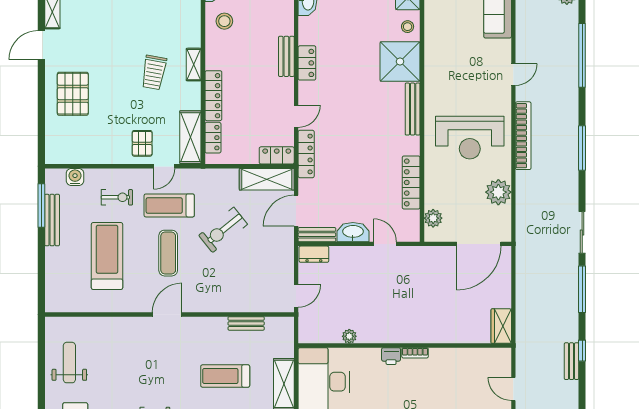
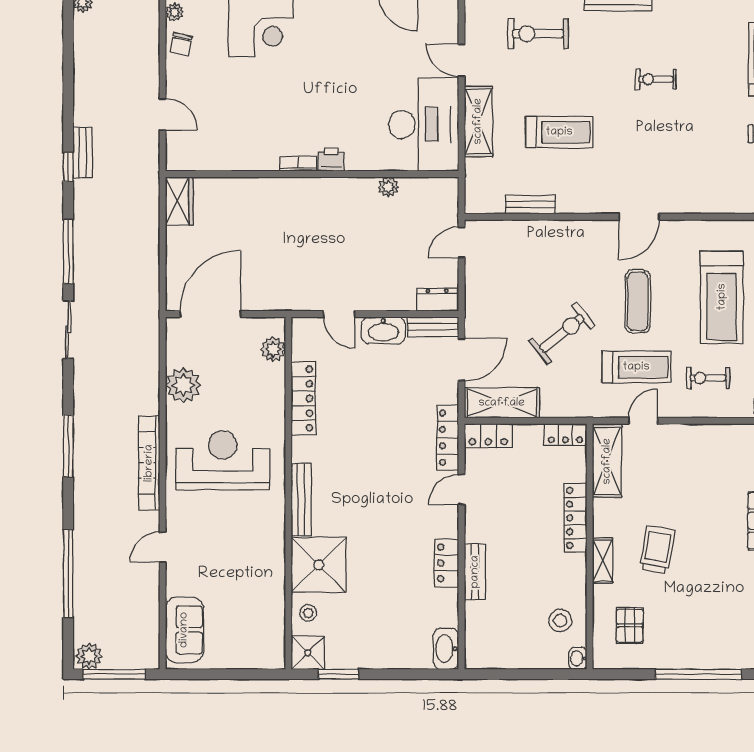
locker: (213, 138) -> (565, 434), moved, turned -90
pallet: (142, 143) -> (630, 626), moved

